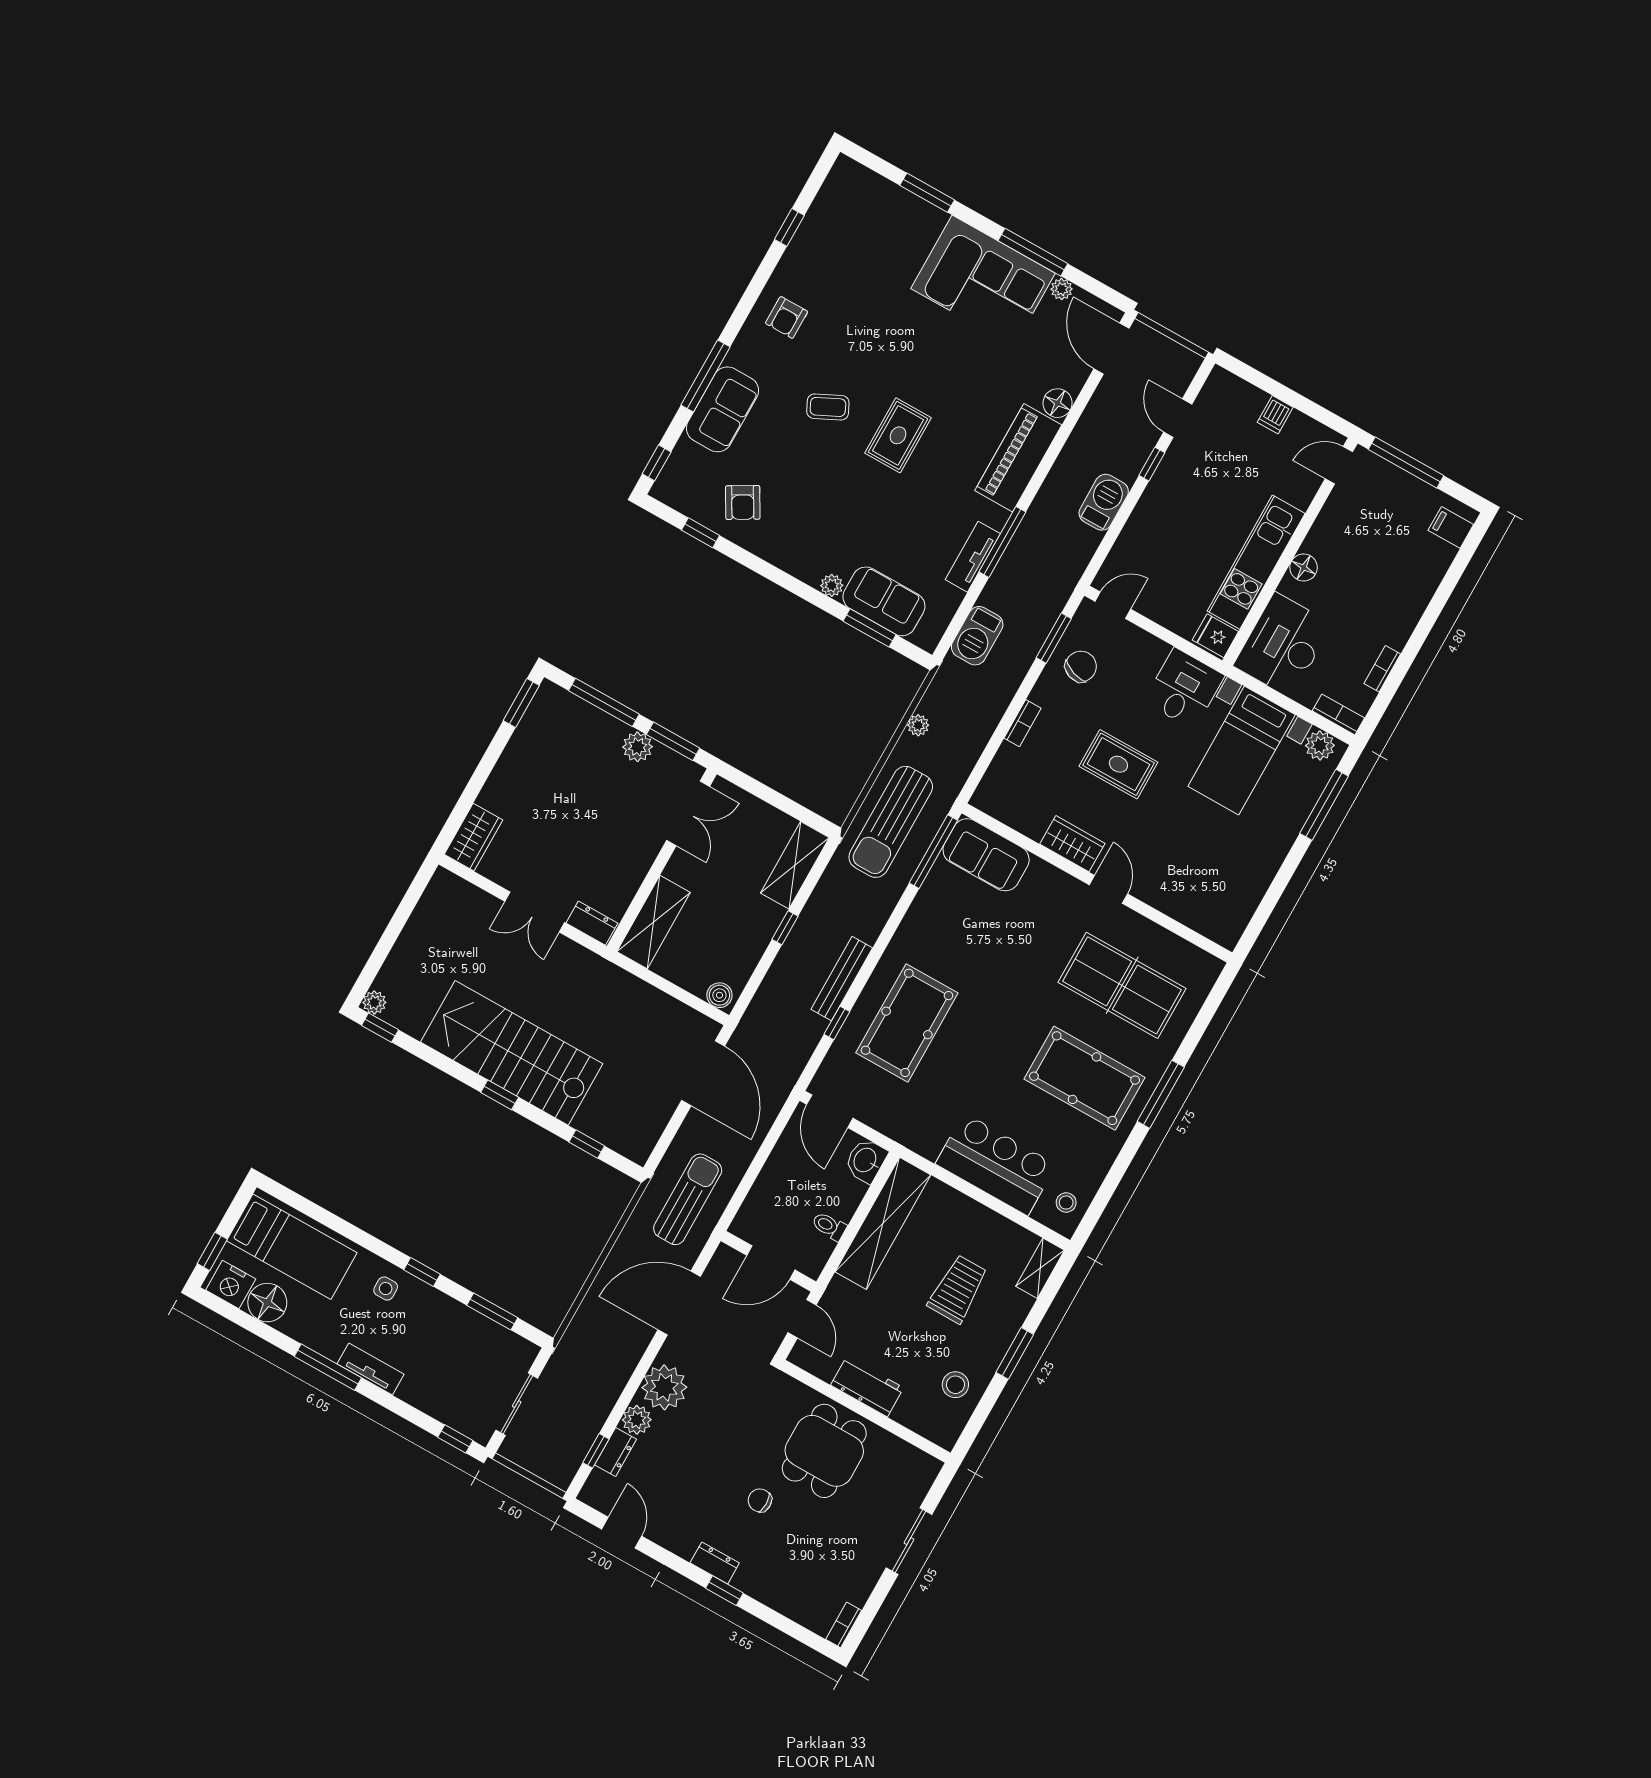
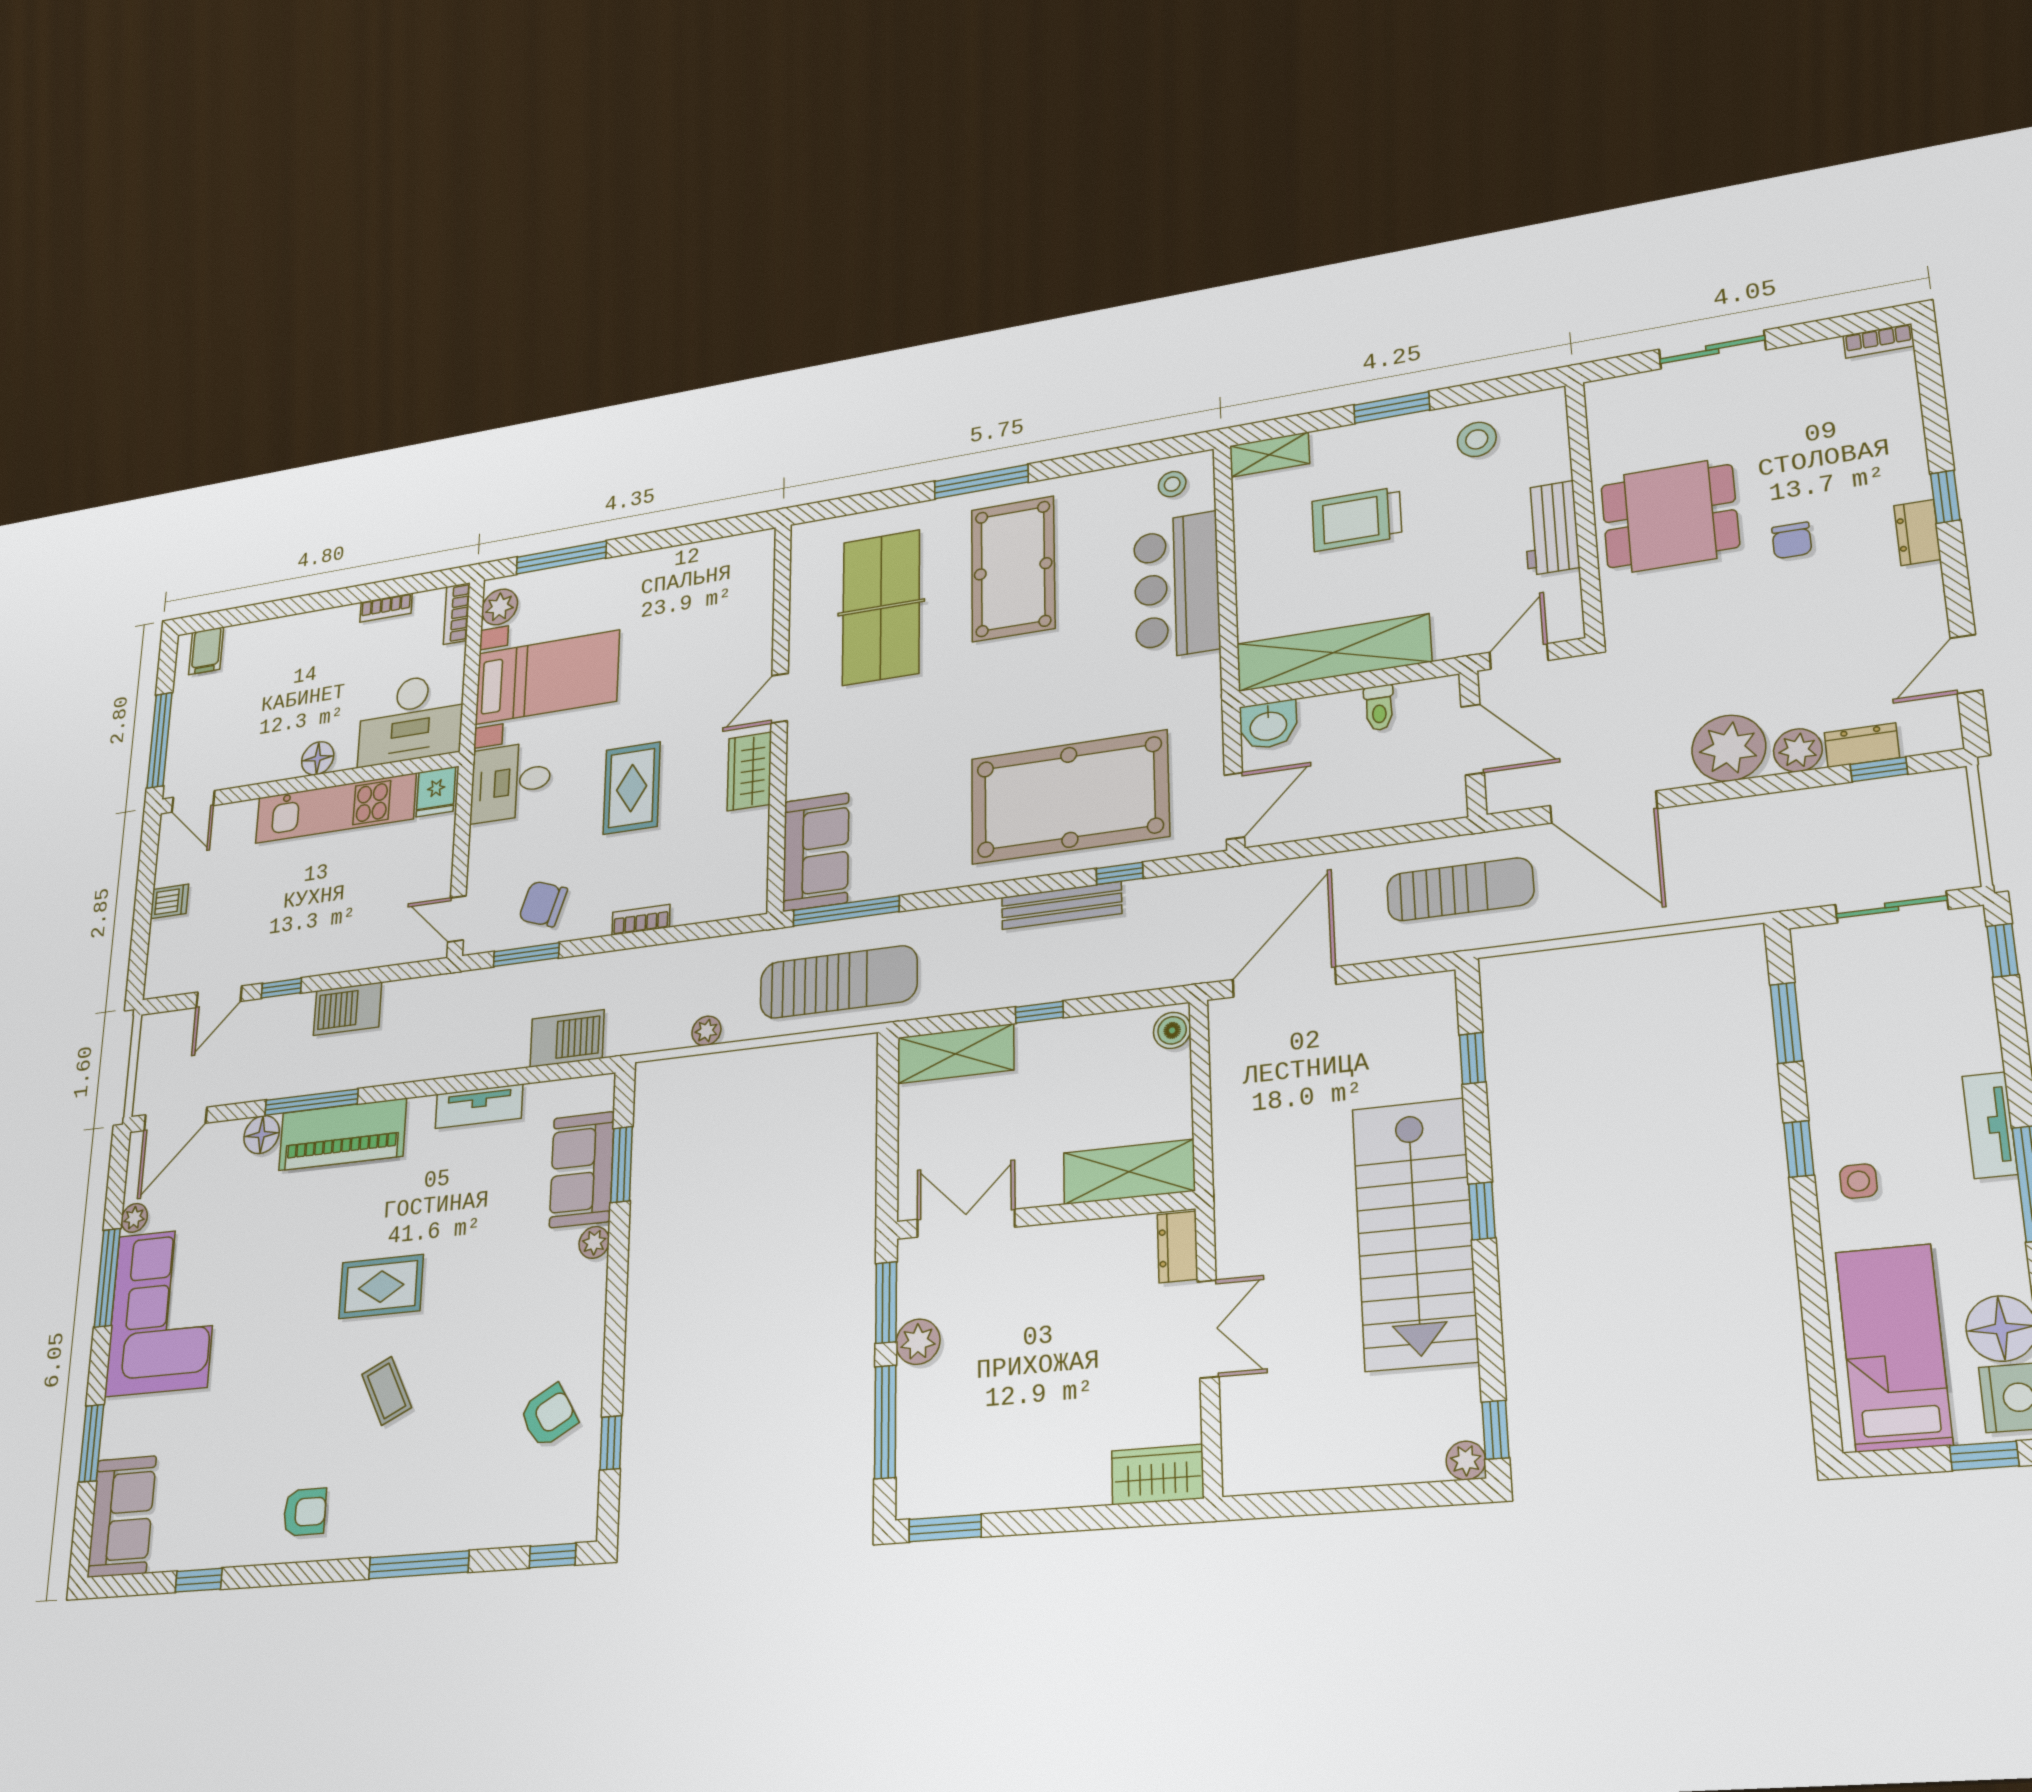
sofa: (722, 409) -> (122, 1517), moved, turned 90
window: (1002, 542) -> (312, 1102), moved
pool table: (907, 1023) -> (1069, 797), width x1.36, depth x1.32
sun lounger: (688, 1199) -> (1460, 889), turned 180

